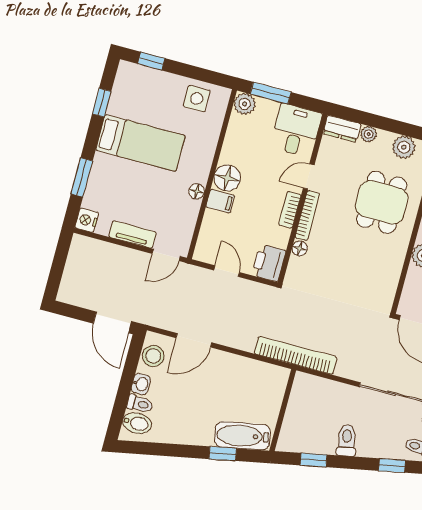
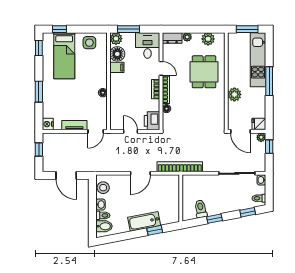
window: (102, 103) -> (39, 48), moved
bed: (140, 143) -> (64, 56), moved, turned 90
door: (309, 176) -> (161, 68), swing flipped
window: (82, 177) -> (39, 92), moved
floor lamp: (227, 178) -> (117, 54), moved
filing cabinet: (220, 201) -> (117, 67), moved
window: (60, 260) -> (39, 149), added
door: (112, 322) -> (66, 175), moved
door: (194, 340) -> (140, 173), moved
bathtub: (242, 436) -> (144, 221), moved
toilet: (347, 440) -> (201, 209), moved
window: (314, 460) -> (215, 219), moved

